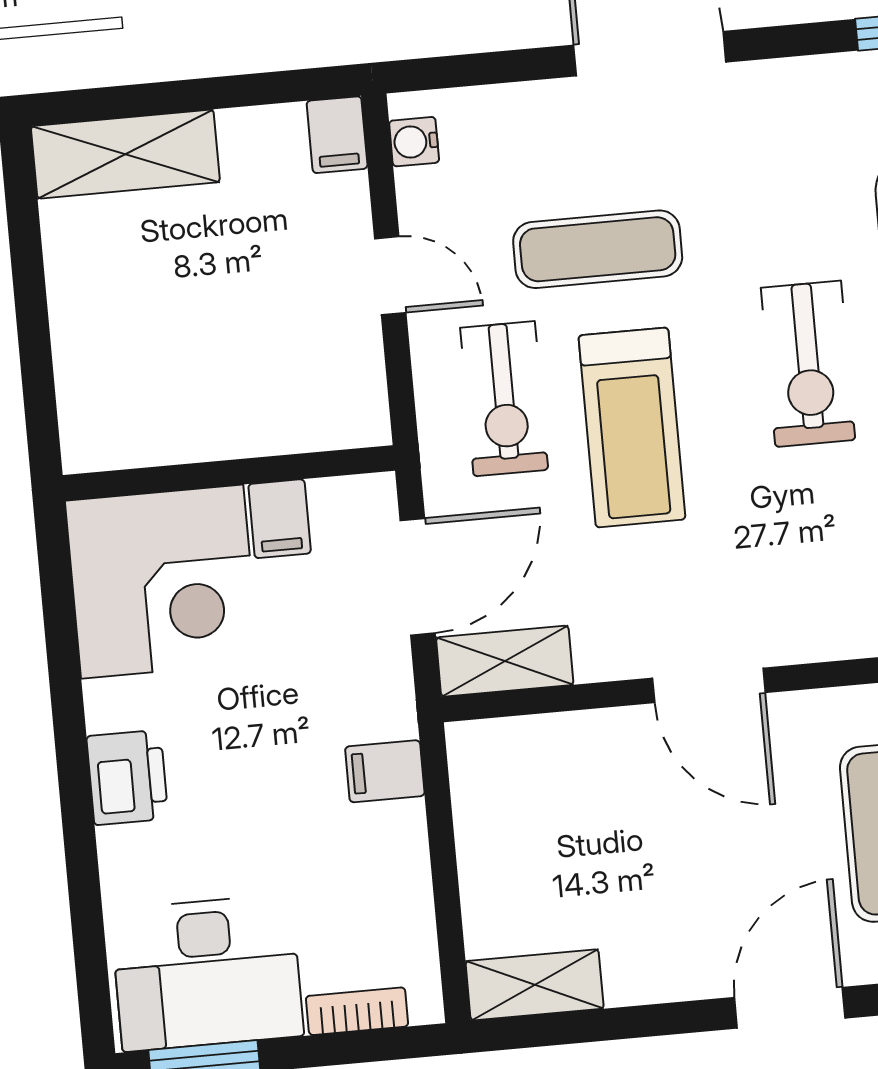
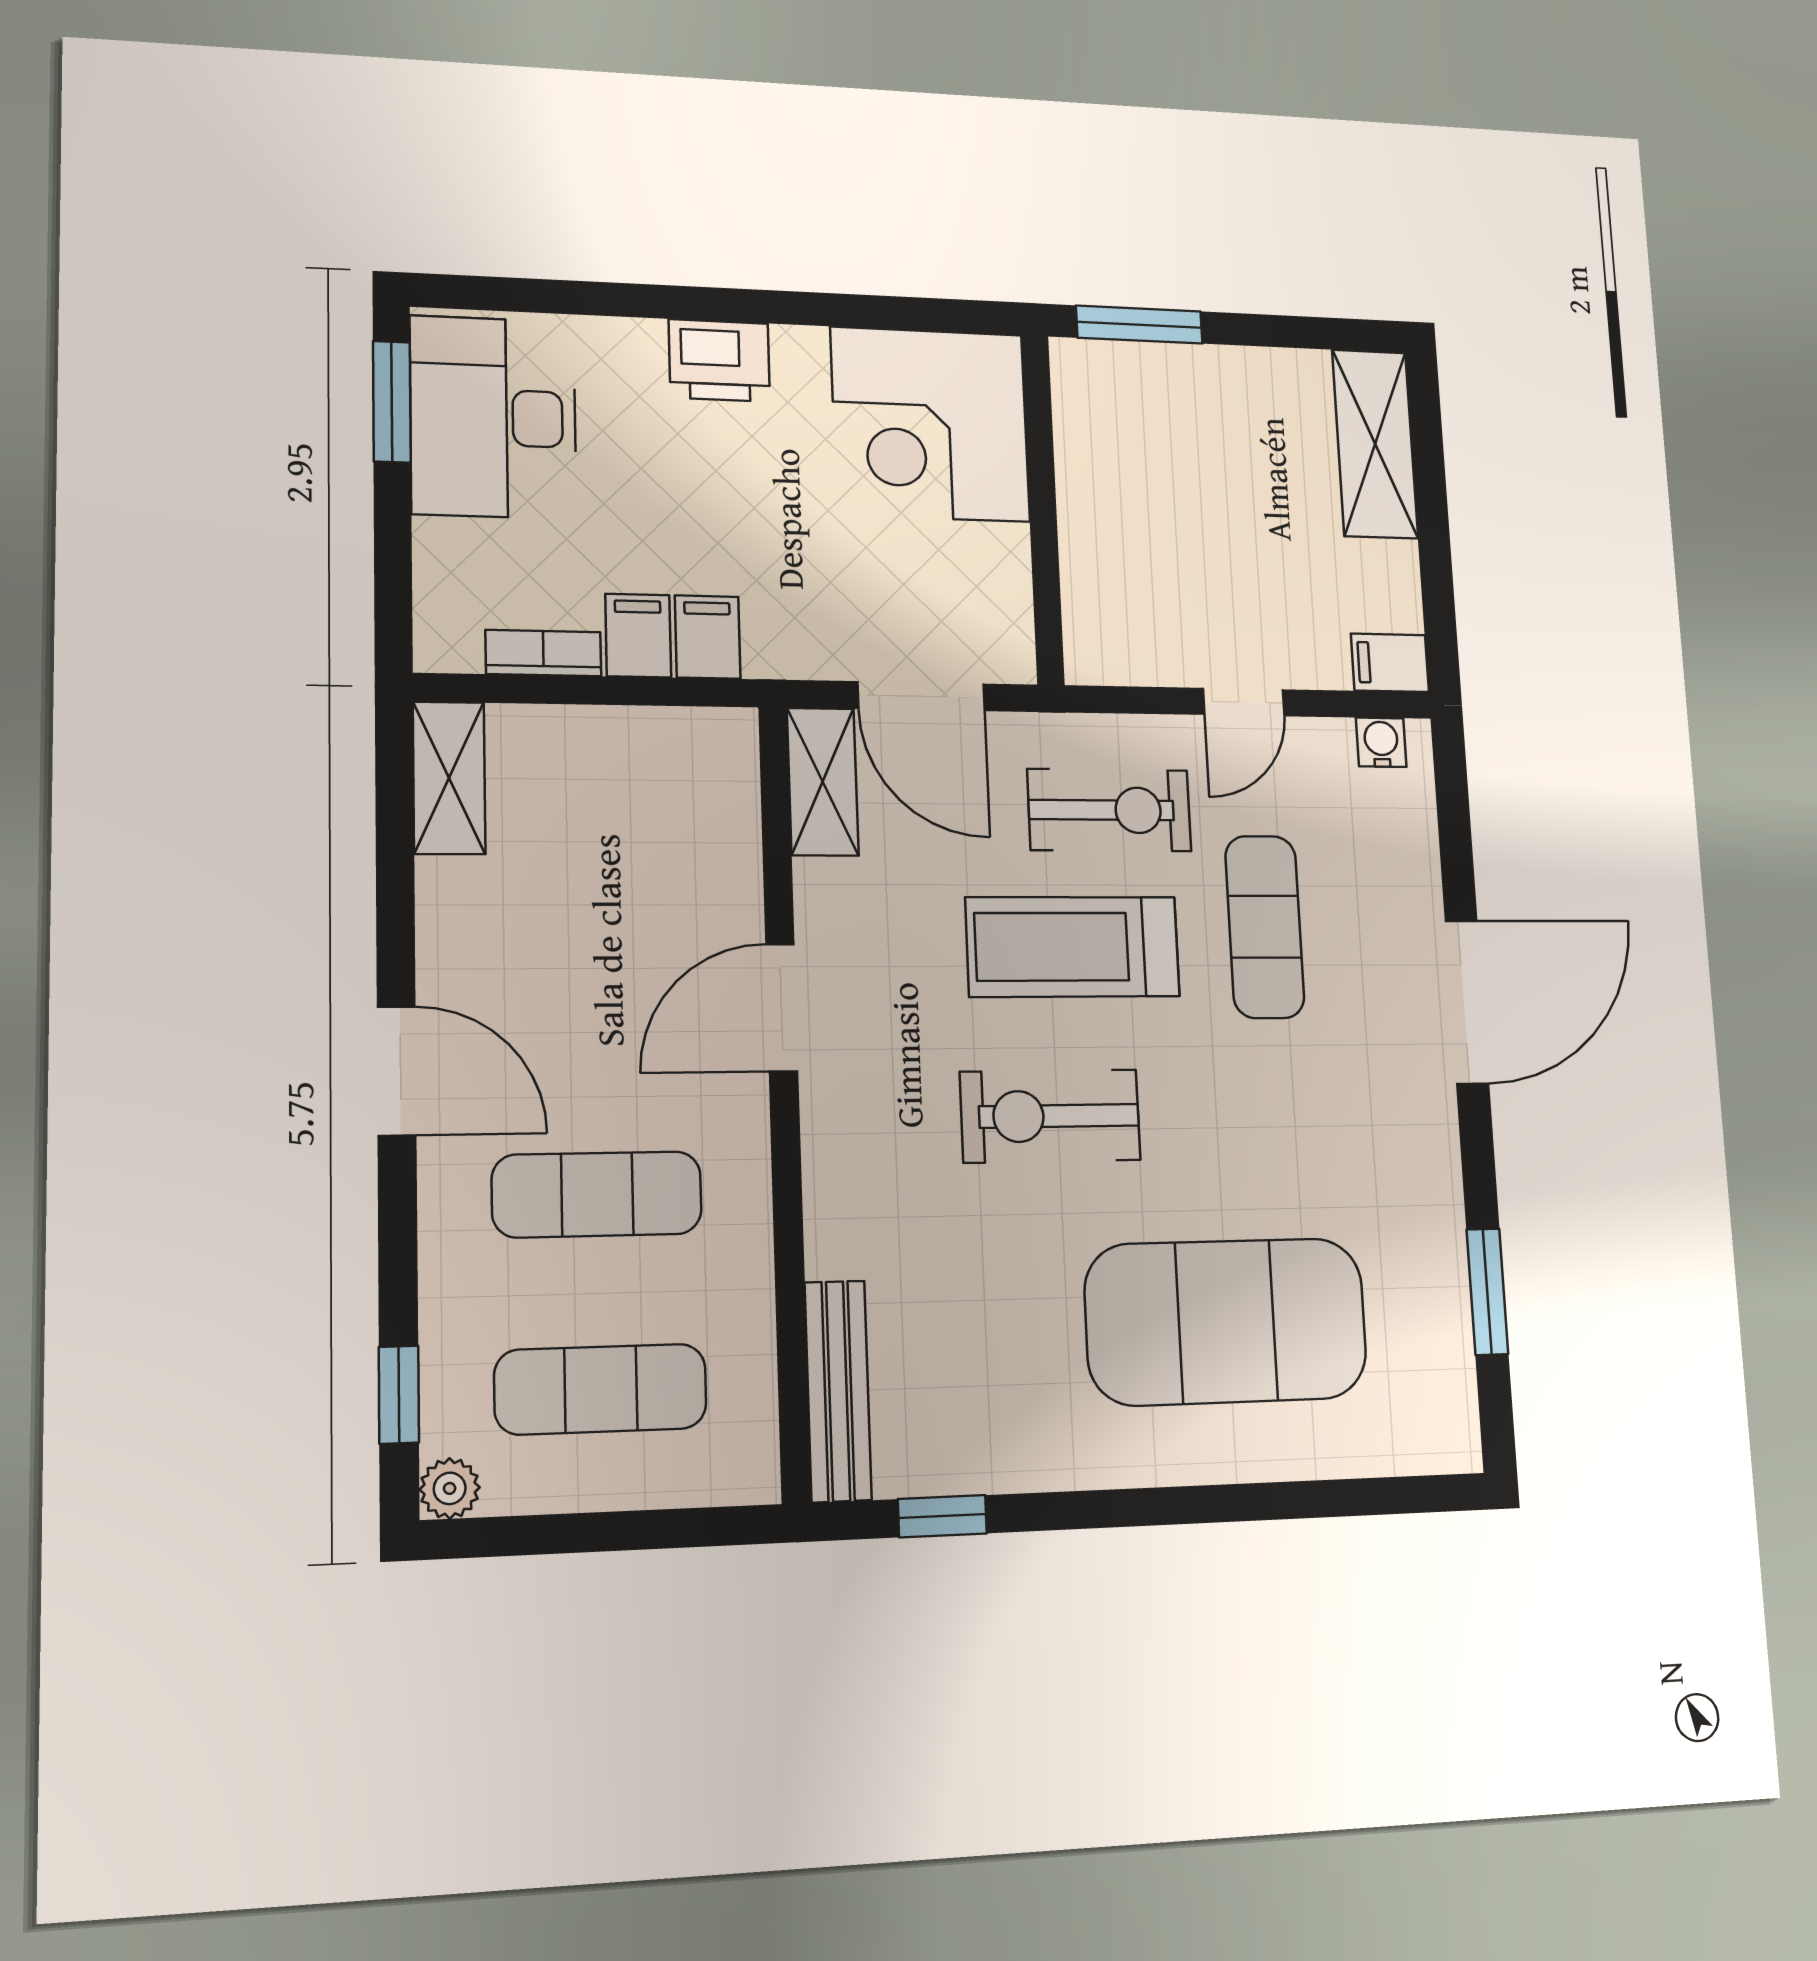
exercise bike: (808, 364) -> (1050, 1116), moved
window: (39, 388) -> (1139, 325), added
exercise bike: (504, 399) -> (1109, 810), turned 180
filing cabinet: (280, 519) -> (638, 636), moved, turned 90
bookcase: (357, 1011) -> (543, 653), moved, turned -90

